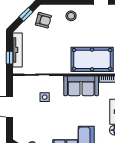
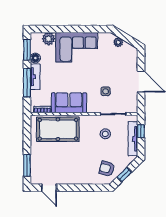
stool: (71, 16) -> (105, 134), moved

